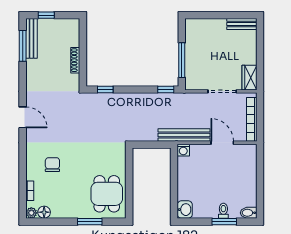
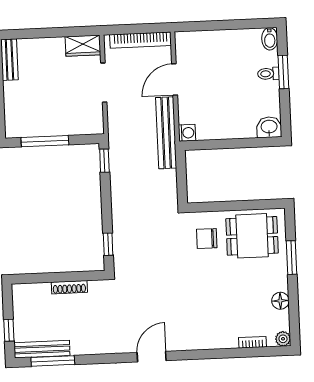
window: (182, 60) -> (45, 141), moved
chair: (52, 165) -> (207, 239), moved
floor lamp: (44, 212) -> (280, 301), moved

